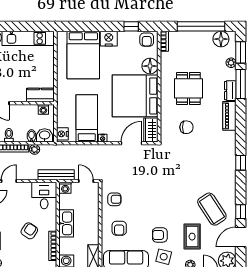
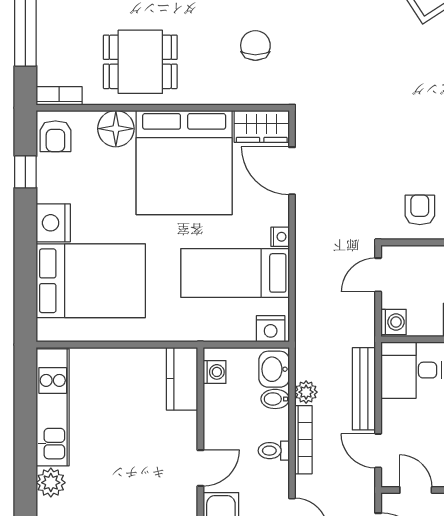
armchair: (147, 40) -> (55, 136), turned 90
dining table: (188, 88) -> (140, 62), moved
bench: (56, 175) -> (364, 389), moved

